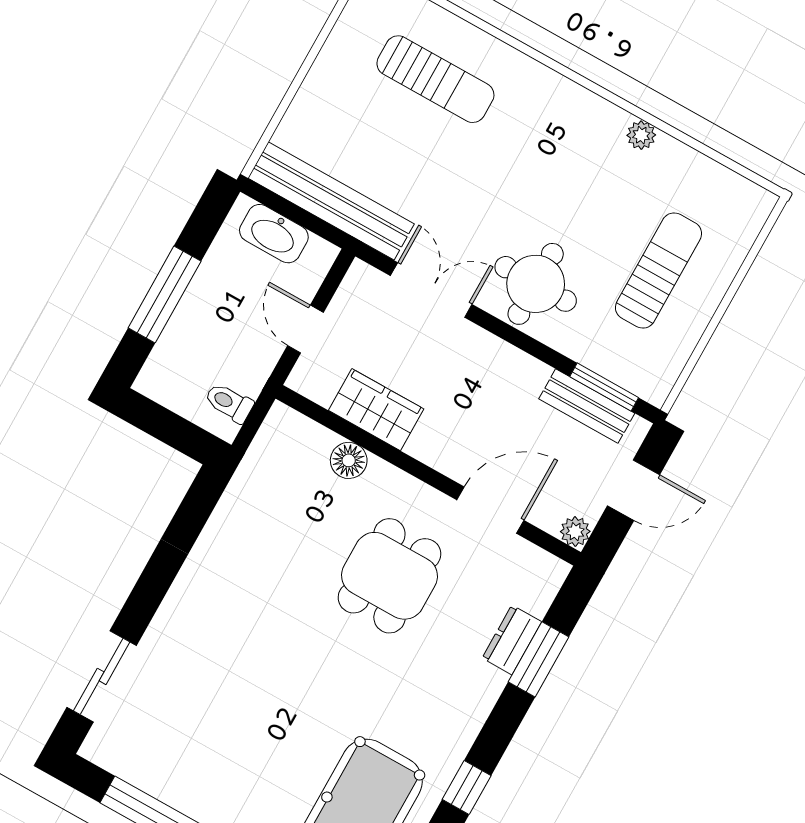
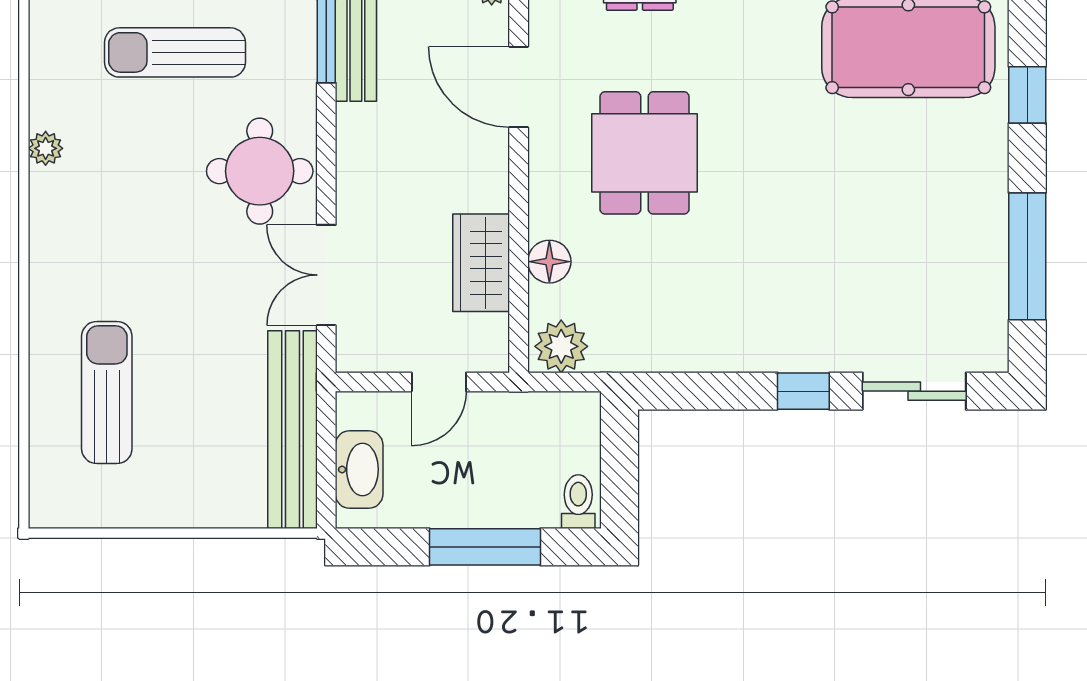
toilet: (229, 403) -> (578, 502), moved, turned 180
plant: (281, 434) -> (561, 346), added
dining table: (389, 576) -> (644, 153), turned 90
window: (148, 594) -> (803, 391), added

